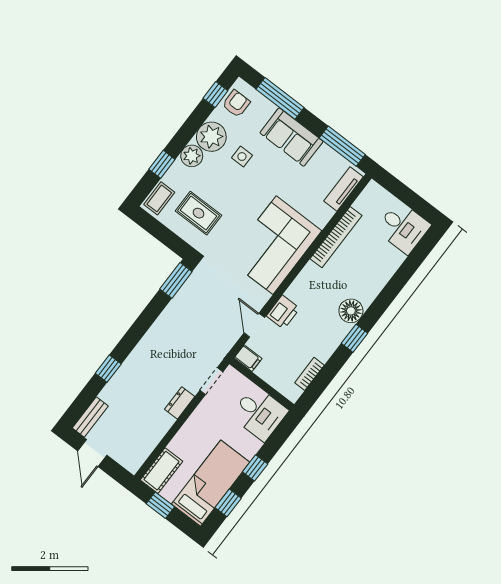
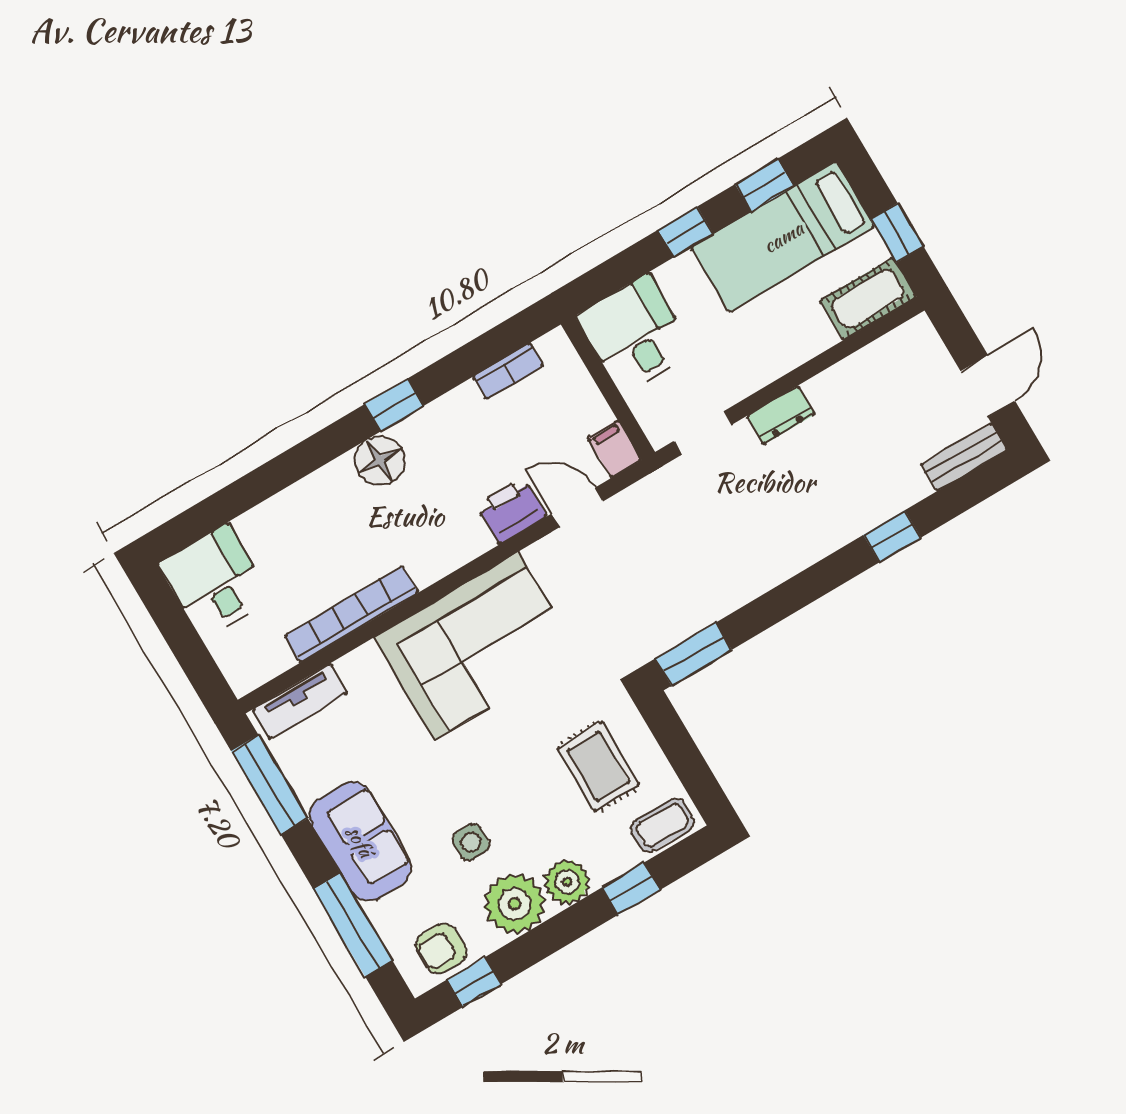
door: (254, 325) -> (577, 508), swing flipped

